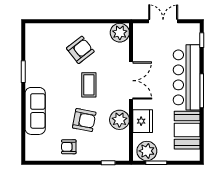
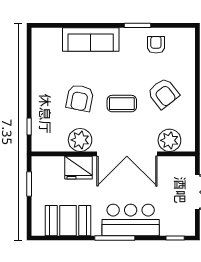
plant: (120, 33) -> (169, 140), moved
bar counter: (187, 77) -> (131, 220), width x0.73
double door: (131, 81) -> (127, 154), width x1.36
armchair: (69, 147) -> (156, 45), moved
plant: (147, 151) -> (43, 173), removed

